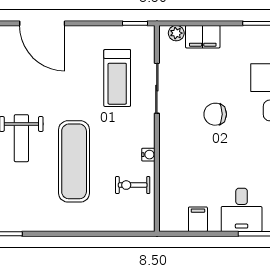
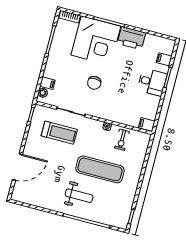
filing cabinet: (203, 37) -> (47, 83), width x0.50
filing cabinet: (198, 219) -> (147, 124), moved

